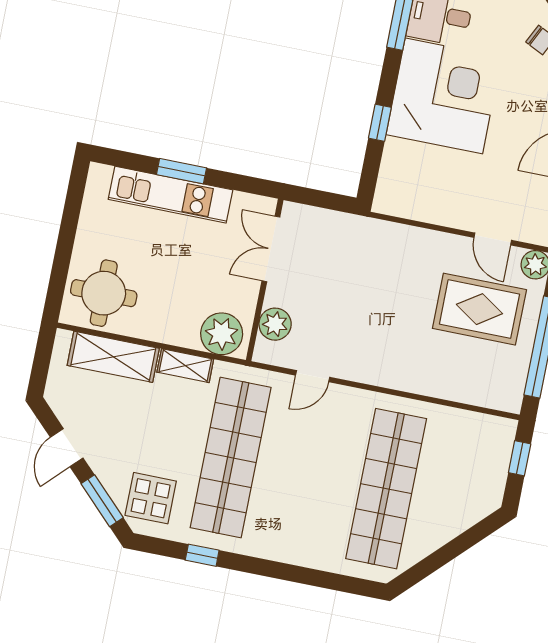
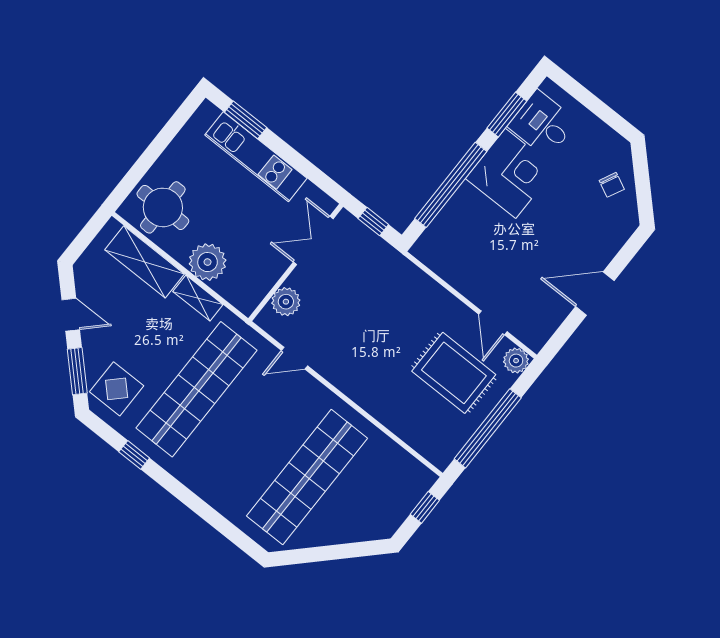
corner desk: (444, 96) -> (510, 173), width x0.74, depth x0.74
window: (380, 123) -> (451, 185), width x3.17
window: (182, 171) -> (246, 120), moved
window: (321, 199) -> (373, 222), added
plant: (222, 334) -> (208, 262), moved
door: (67, 448) -> (71, 315), swing flipped

